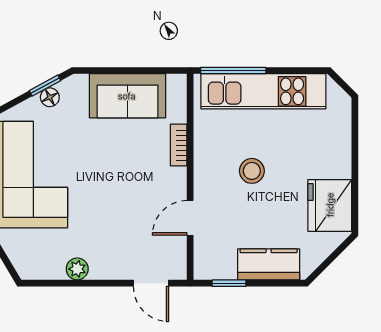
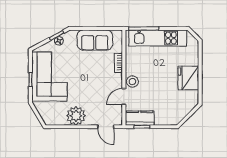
stool: (252, 171) -> (132, 82), moved
fridge: (330, 205) -> (188, 78), moved
kitchen counter: (269, 264) -> (140, 118), moved
plant: (77, 269) -> (76, 116), width x1.87, depth x1.87

